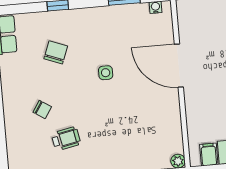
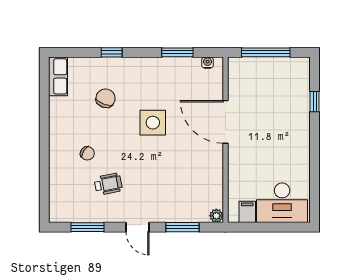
side table: (106, 73) -> (153, 123), width x1.87, depth x1.87

